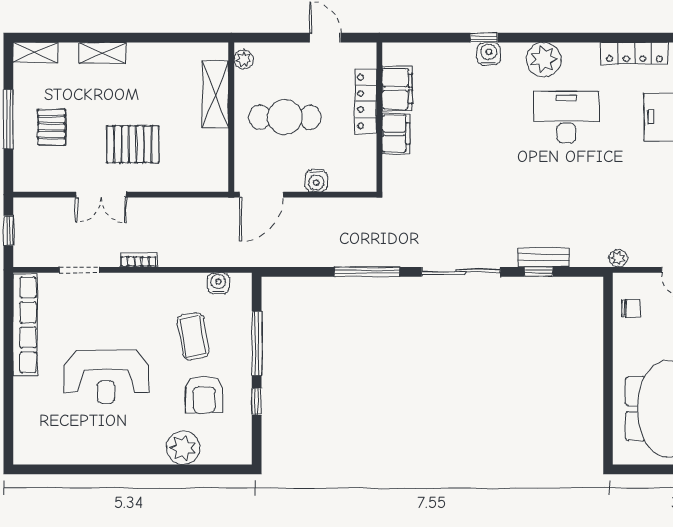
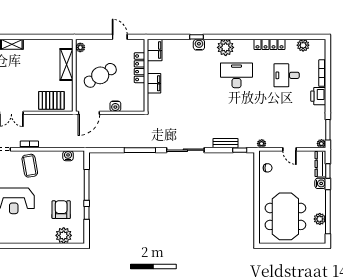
filing cabinet: (397, 89) -> (155, 50), moved
cafe table: (285, 117) -> (100, 75), turned -31
pallet: (133, 144) -> (51, 100), moved
window: (539, 272) -> (240, 150), moved
coffee table: (193, 336) -> (30, 166), moved
armchair: (204, 395) -> (61, 210), turned 180
plant: (183, 448) -> (64, 235), moved

